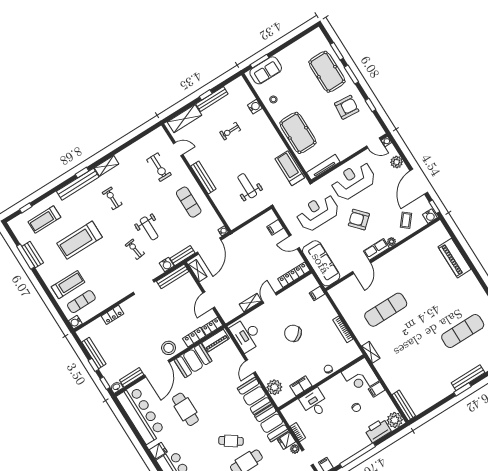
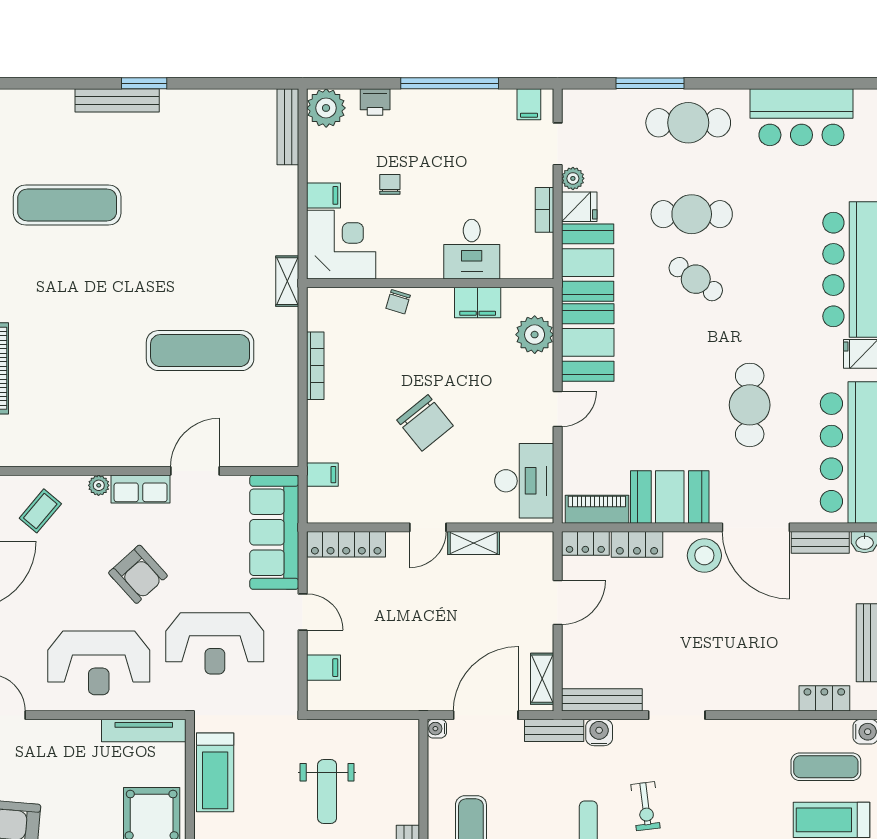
locker: (112, 315) -> (824, 698), moved
door: (157, 369) -> (756, 527), swing flipped
printer: (378, 430) -> (375, 102), width x0.53, depth x0.68

